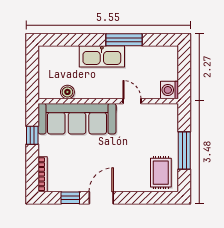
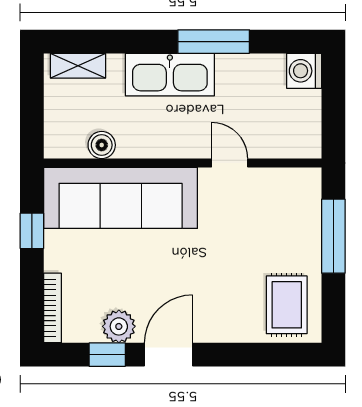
shelving: (55, 52) -> (78, 66), added
washing machine: (170, 90) -> (304, 71), moved
window: (184, 150) -> (333, 236), moved
plant: (76, 184) -> (119, 326), added

